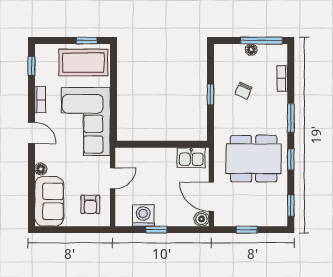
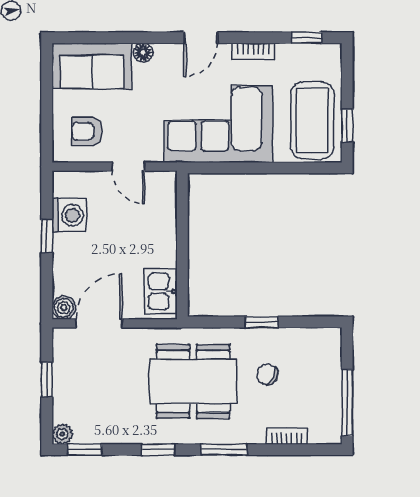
floor lamp: (251, 50) -> (333, 387), removed
dining table: (254, 159) -> (193, 381), moved, turned 90
plant: (281, 220) -> (62, 434), added

